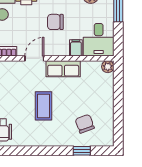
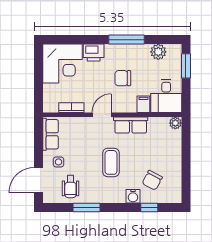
chair: (85, 124) -> (152, 180), turned -132
water cooler: (65, 140) -> (133, 196), added
window: (19, 151) -> (87, 207), added

